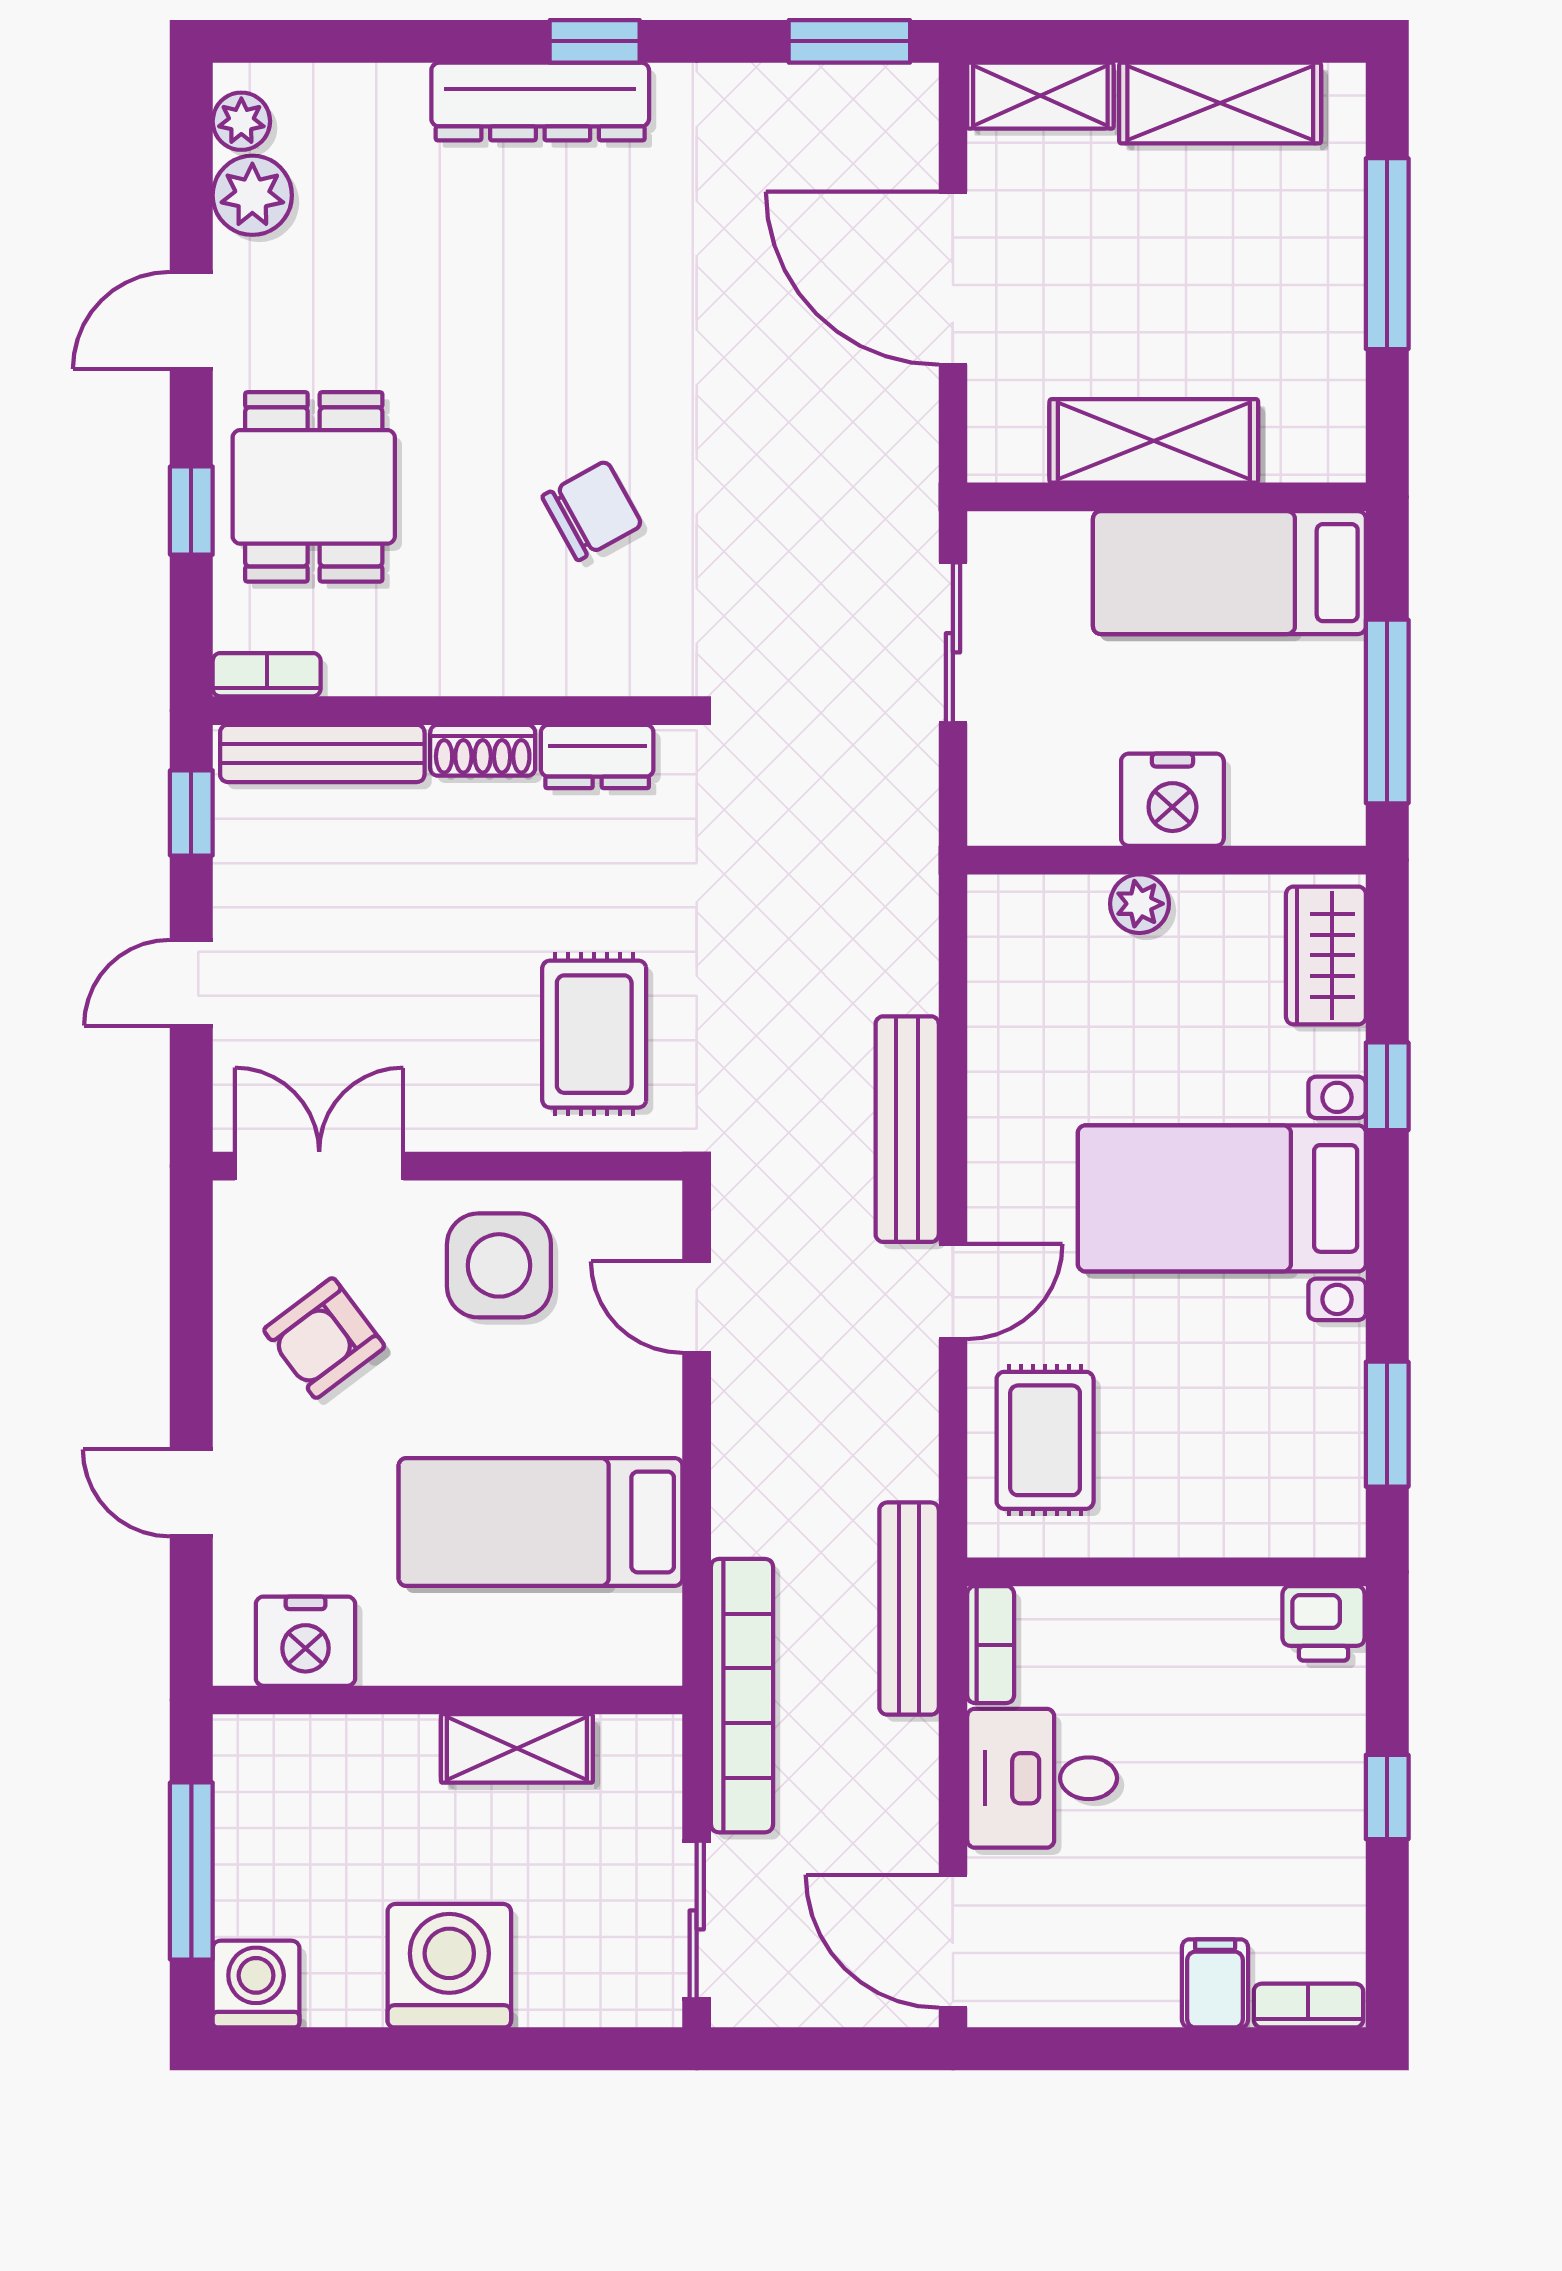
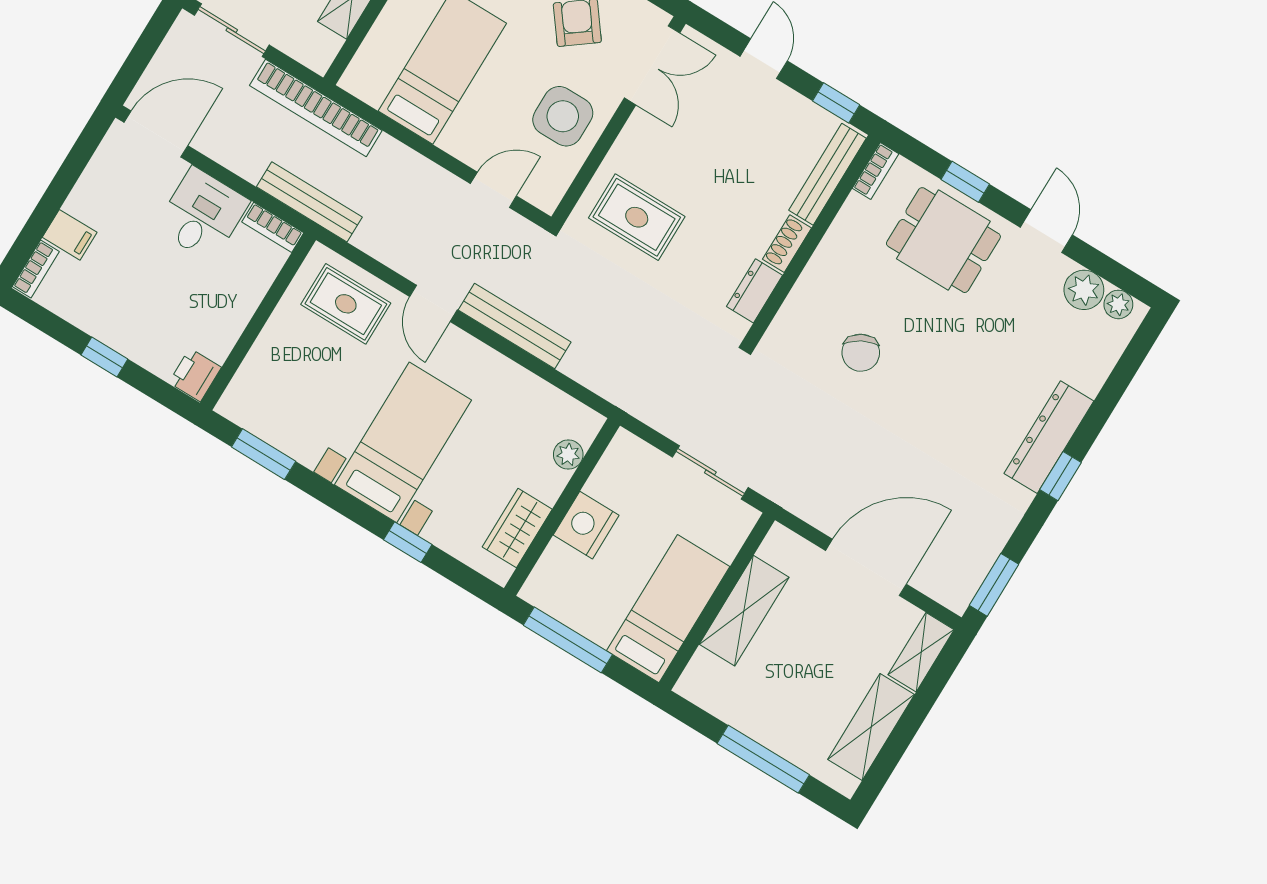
plant: (1139, 904) -> (568, 455), moved
wardrobe: (1326, 955) -> (517, 528), moved, turned -90

